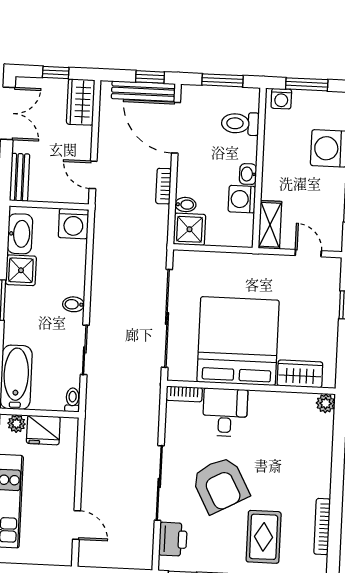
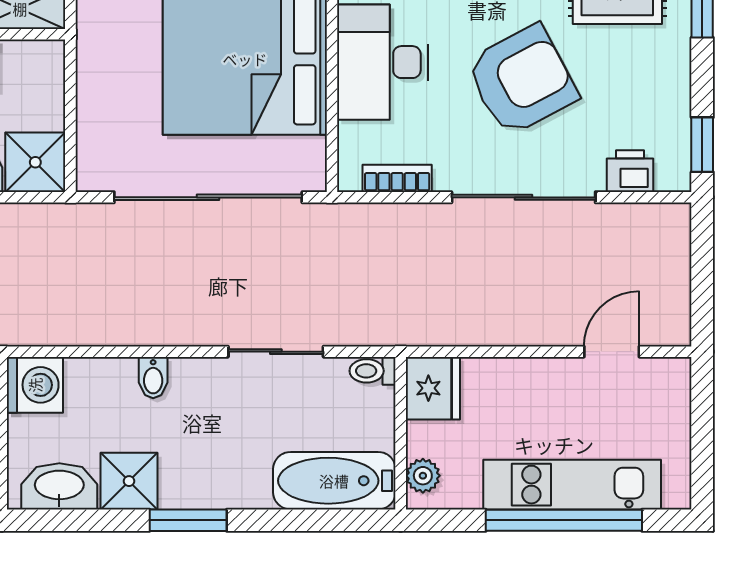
bidet: (73, 304) -> (153, 378), moved
bookcase: (184, 394) -> (397, 178), moved, turned -90
desk: (225, 412) -> (382, 62), width x1.37
fridge: (43, 430) -> (433, 388), moved
printer: (173, 539) -> (630, 171), width x0.73, depth x0.81

